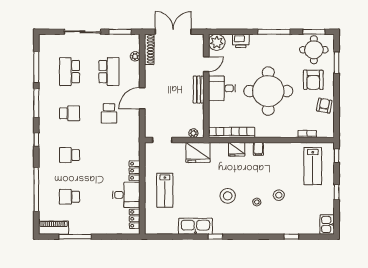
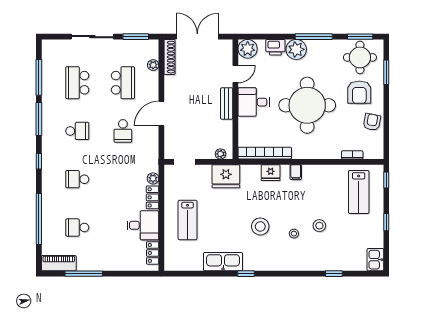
plant: (259, 43) -> (296, 49), added
plant: (135, 154) -> (153, 178), added

